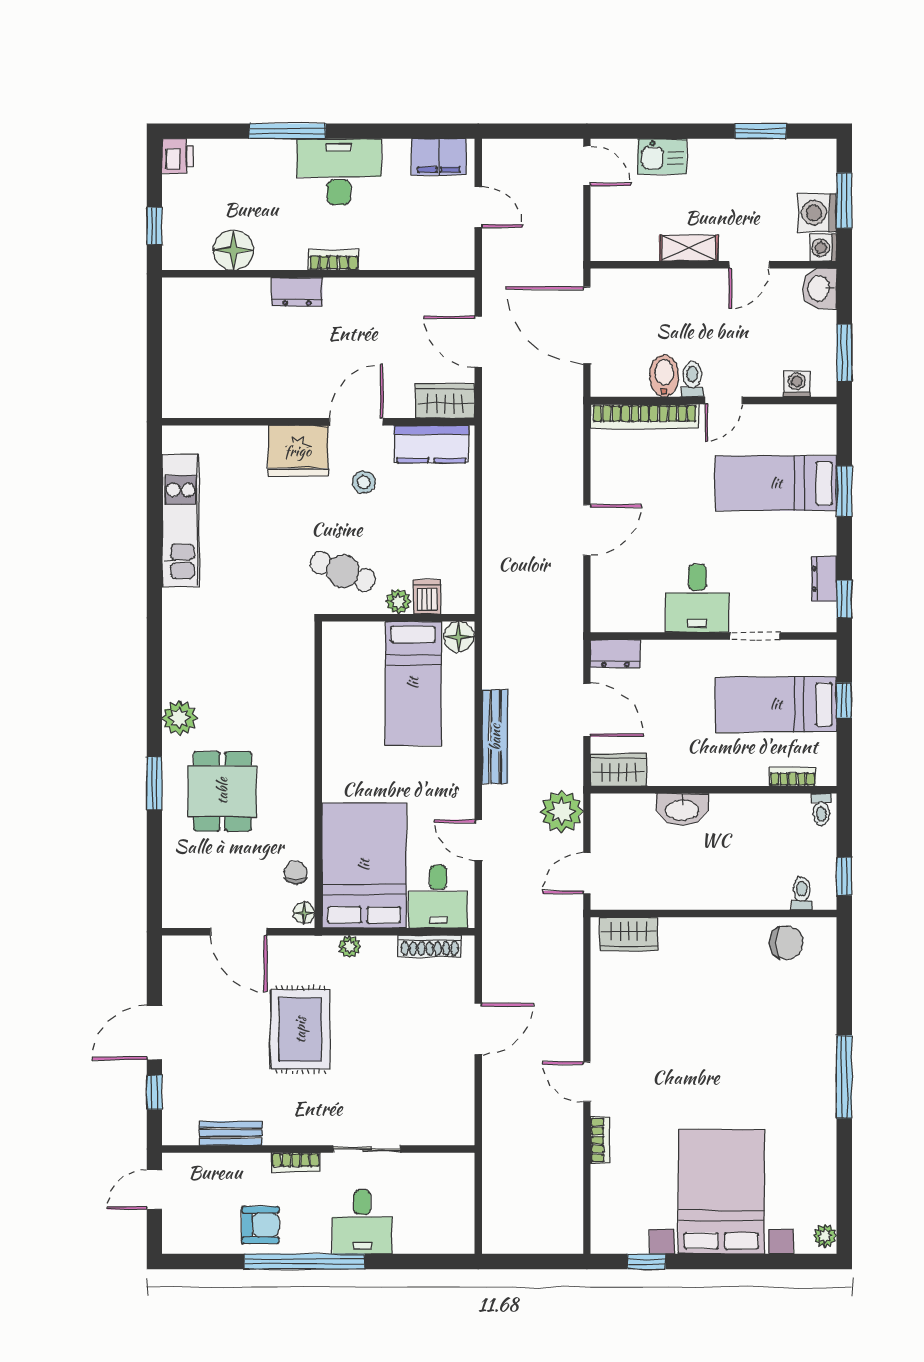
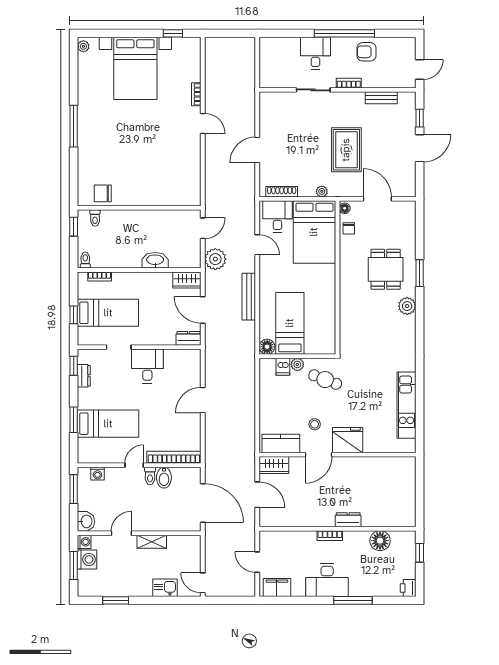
wardrobe: (629, 934) -> (182, 198), removed

